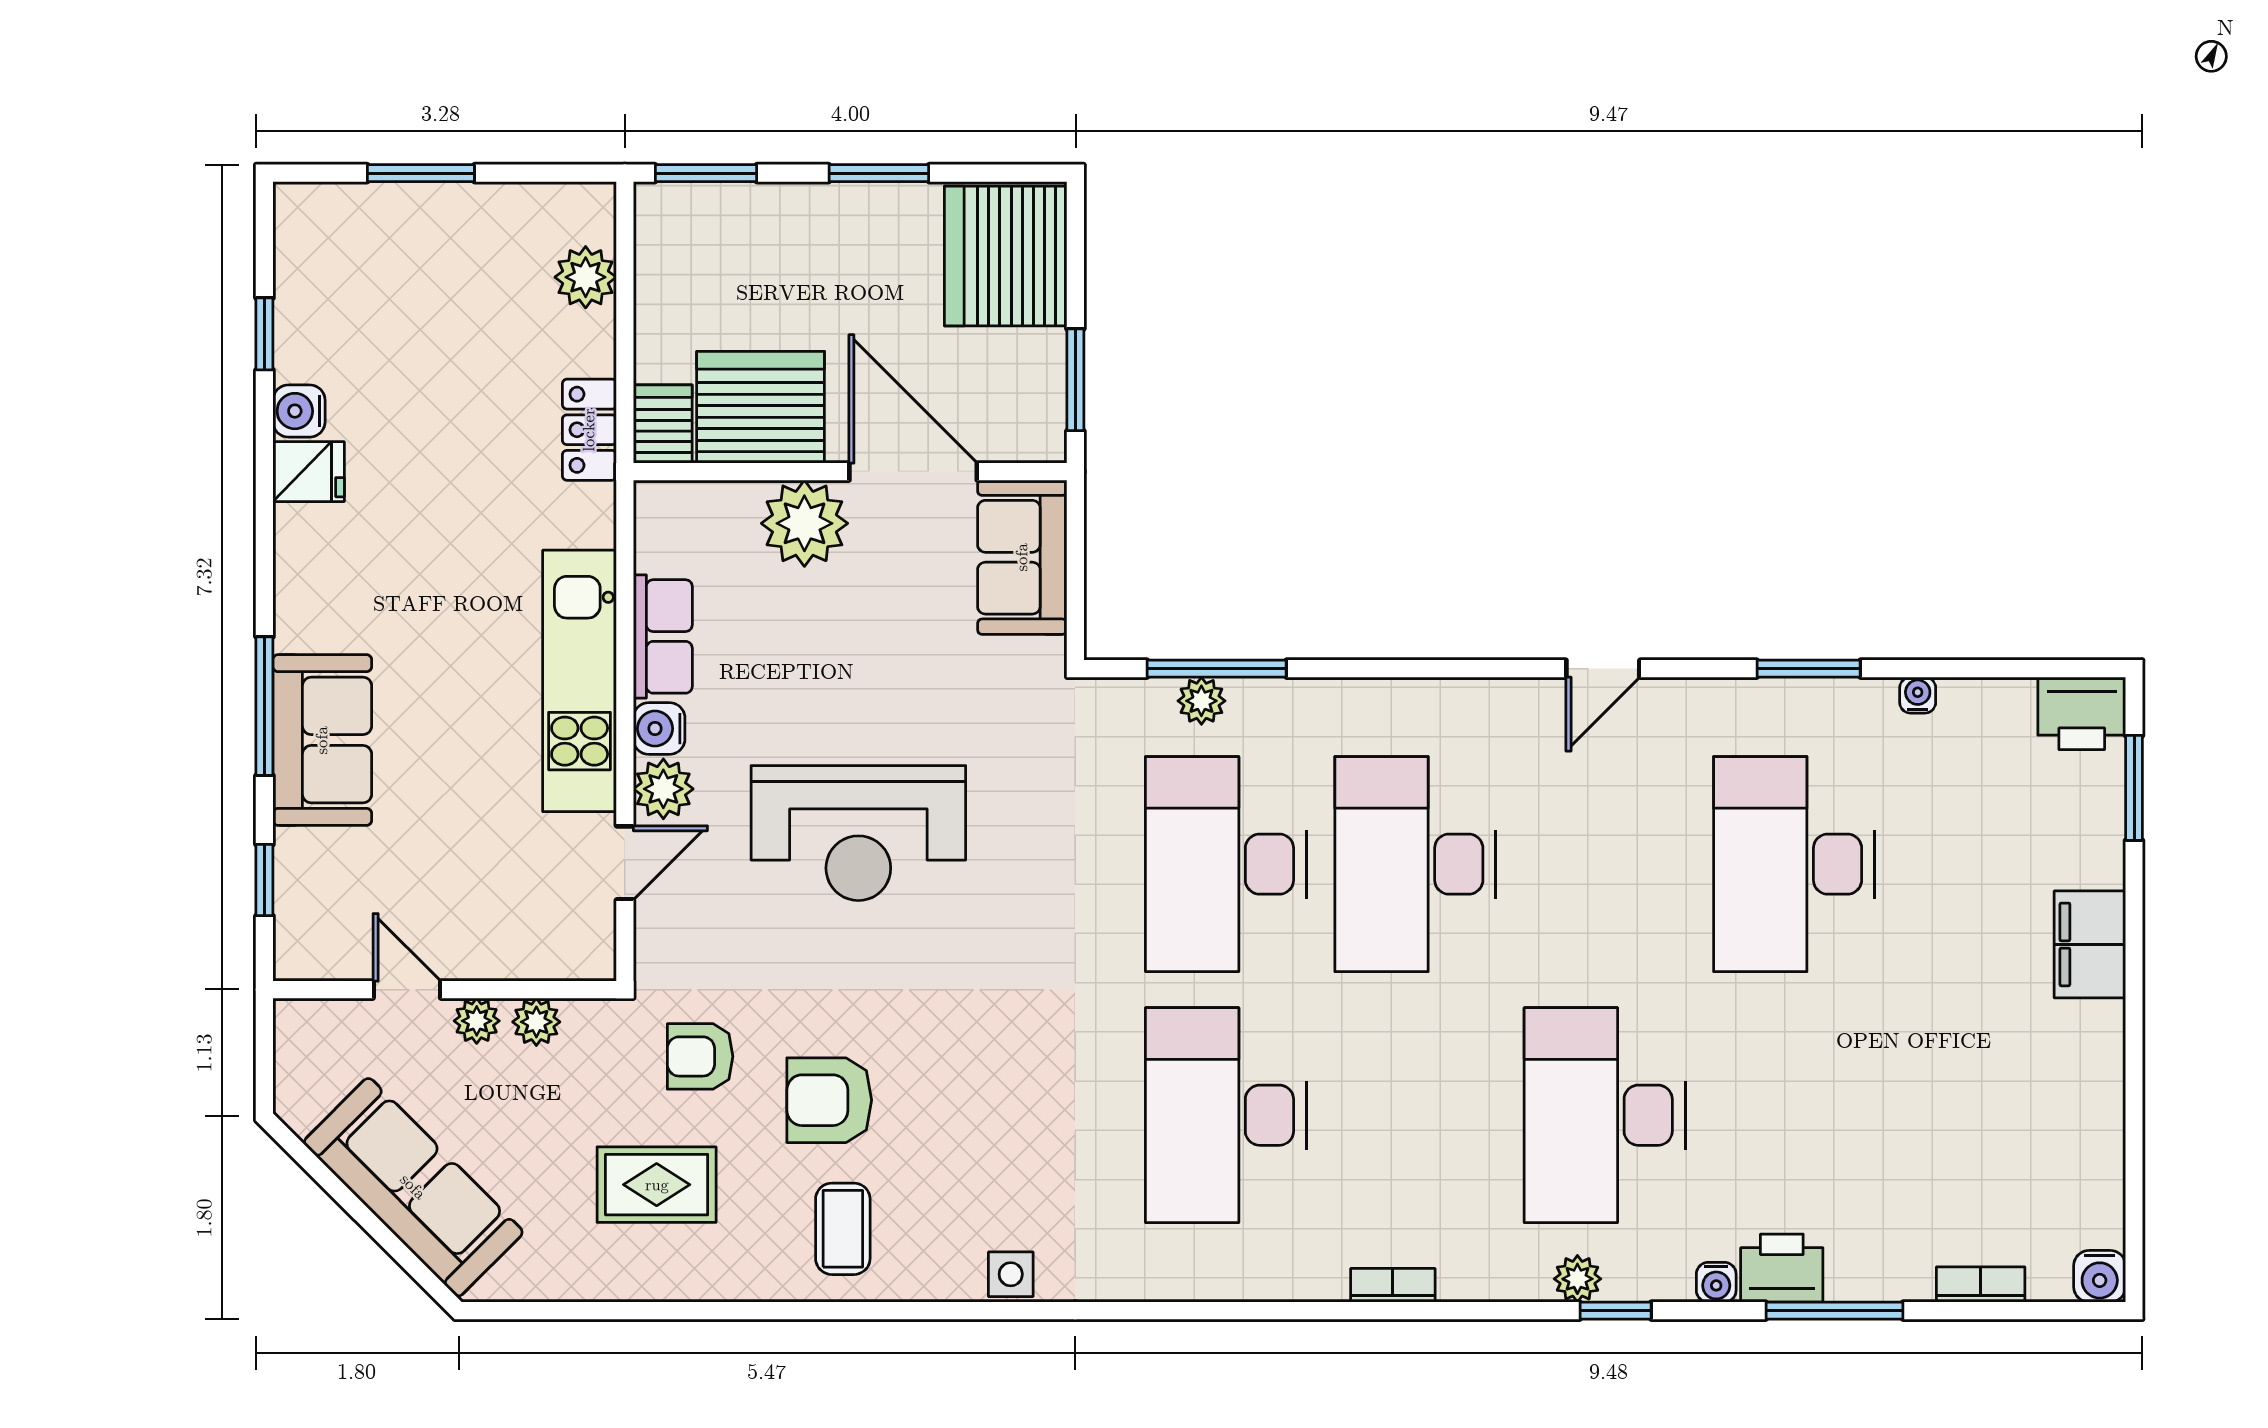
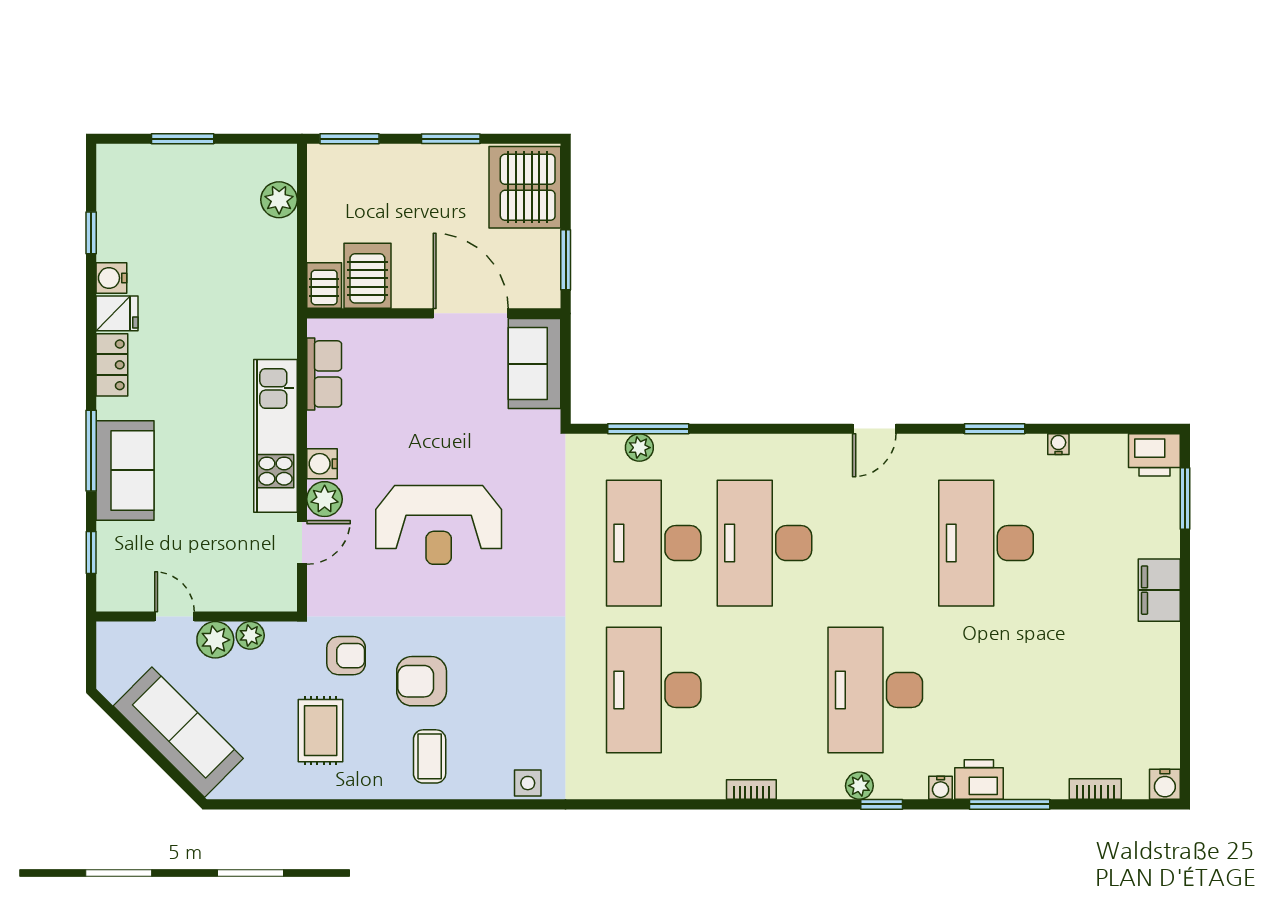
server rack: (761, 407) -> (367, 276), width x0.62
locker: (589, 430) -> (112, 365), moved, turned 180
plant: (804, 523) -> (407, 344), removed
row of seats: (663, 636) -> (324, 374), moved
plant: (477, 1021) -> (215, 640), width x1.38, depth x1.38
armchair: (700, 1056) -> (346, 656), turned 180
rug: (657, 1185) -> (321, 731), turned 90

